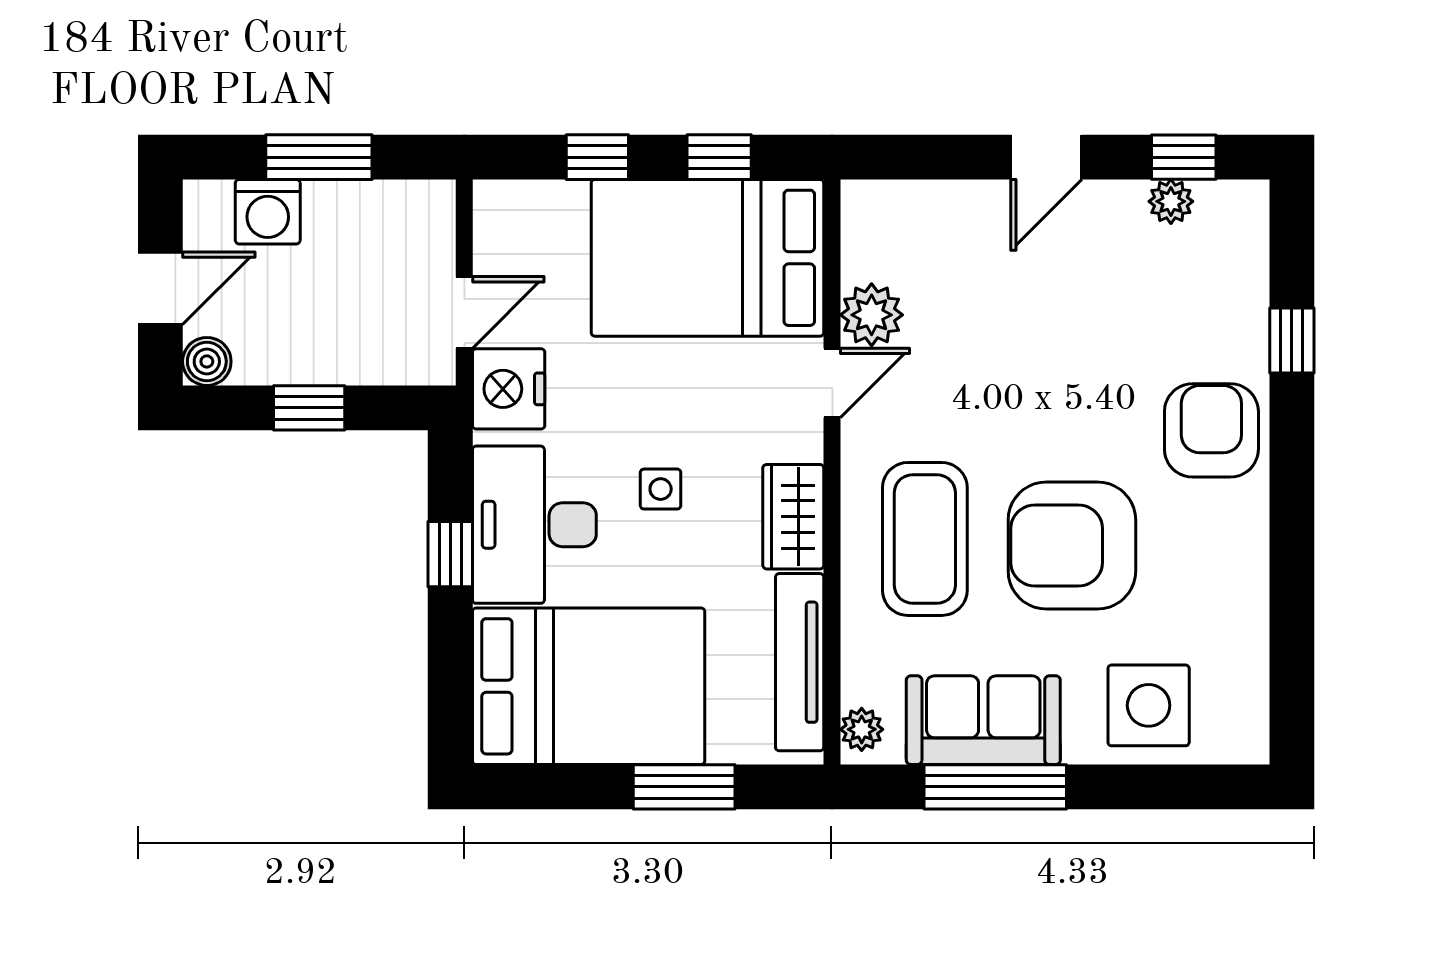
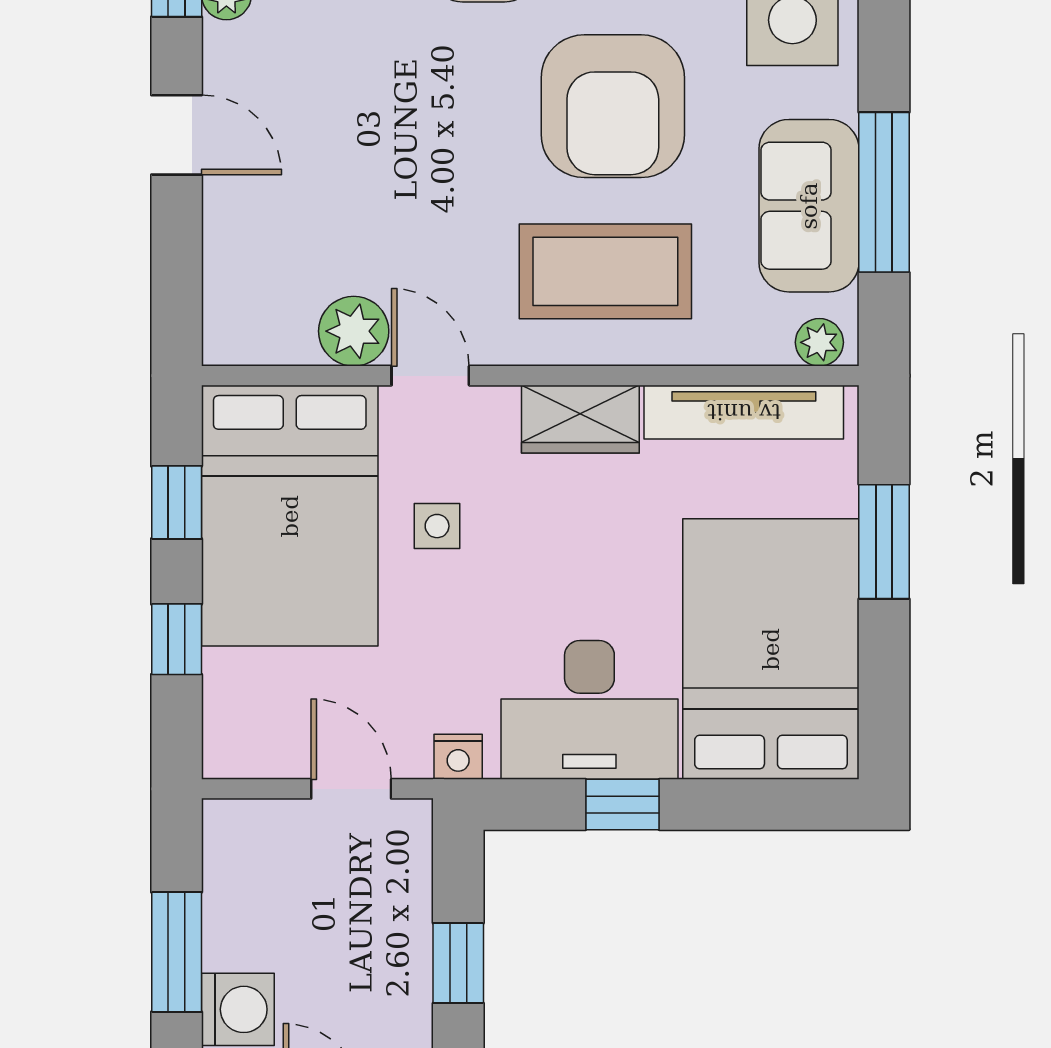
nightstand: (509, 389) -> (458, 757), width x0.53, depth x0.56
side table: (661, 489) -> (437, 526), moved

